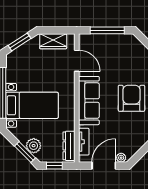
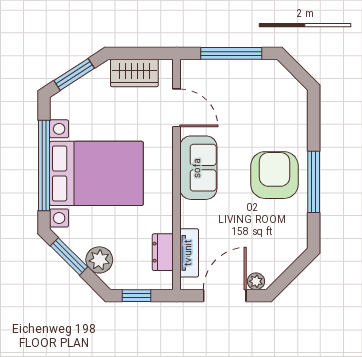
sofa: (89, 101) -> (198, 168), width x0.73
bed with nightstands: (32, 105) -> (96, 173), width x1.36
dresser: (69, 146) -> (163, 252), width x0.70
window: (25, 152) -> (69, 256), moved

